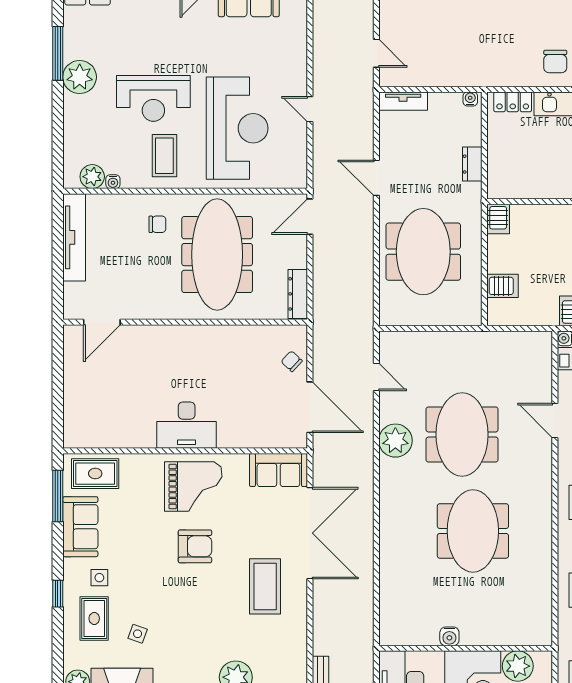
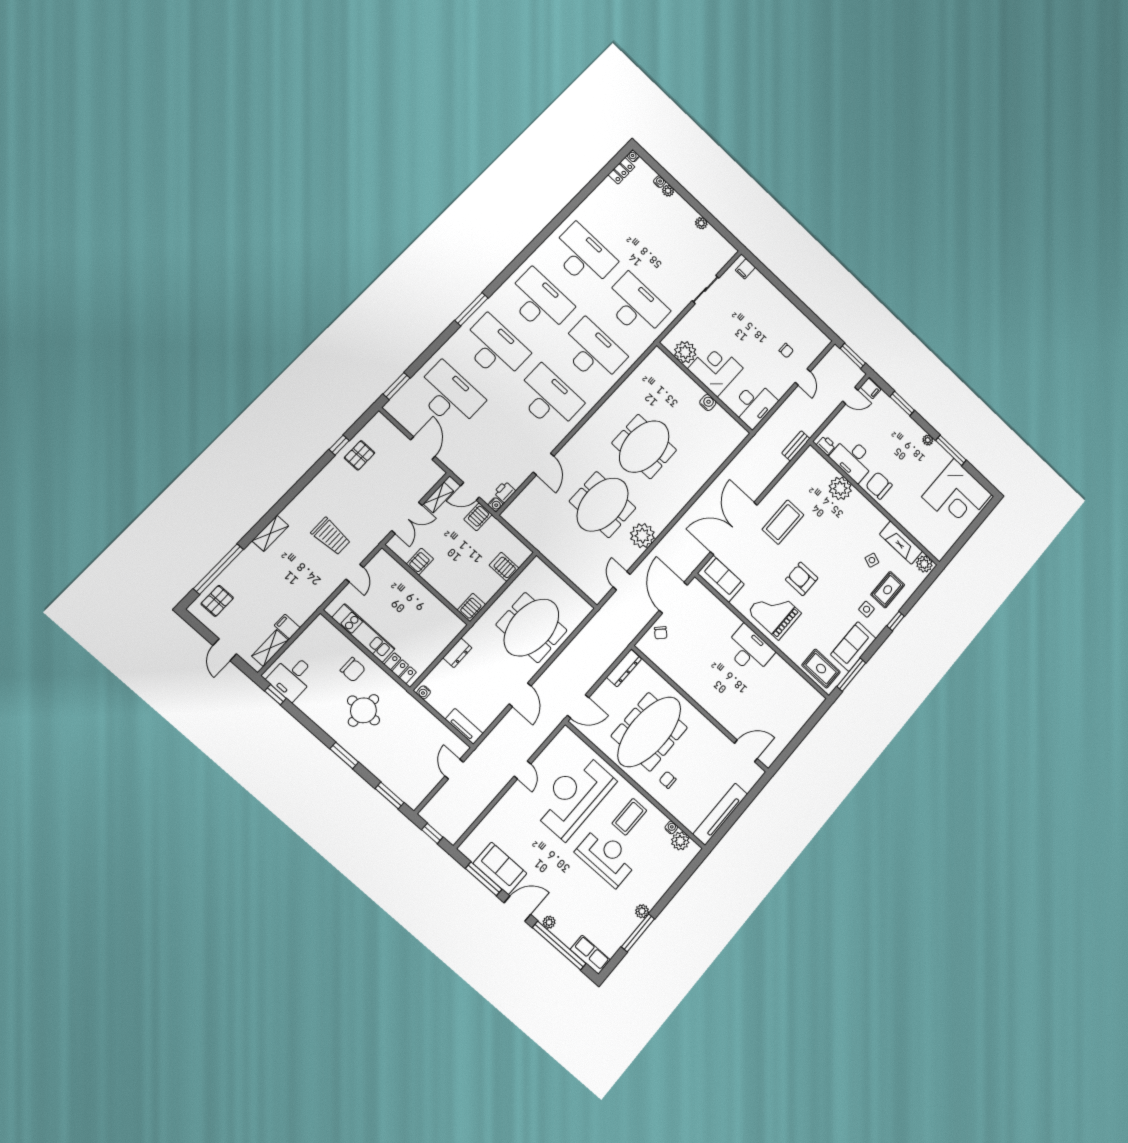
round table: (511, 33) -> (363, 710), added
chair: (555, 62) -> (353, 670), turned 90
plant: (80, 77) -> (642, 911), width x0.53, depth x0.53

